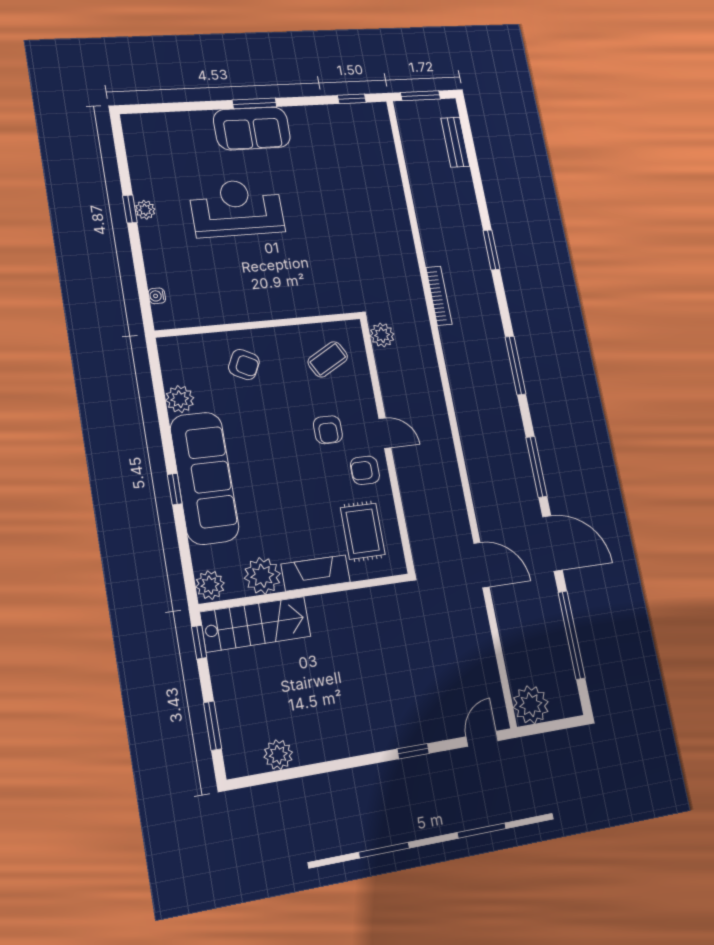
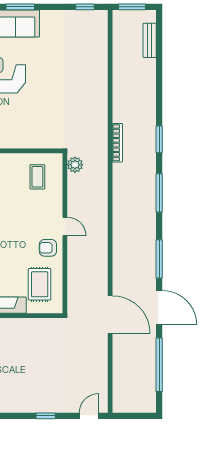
window: (491, 250) -> (159, 139), moved
coffee table: (328, 359) -> (37, 177), turned -61
armchair: (328, 430) -> (29, 220), removed
door: (481, 565) -> (110, 315), width x1.36
plant: (531, 705) -> (124, 401), removed

